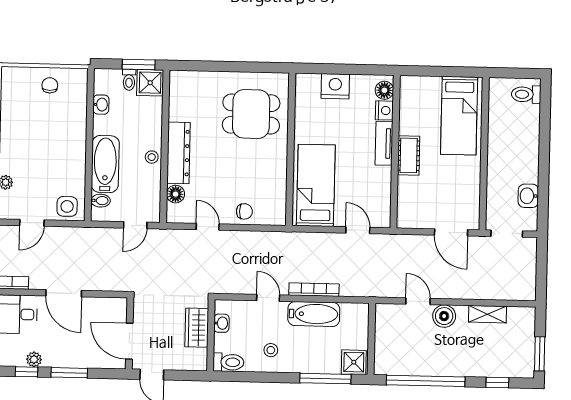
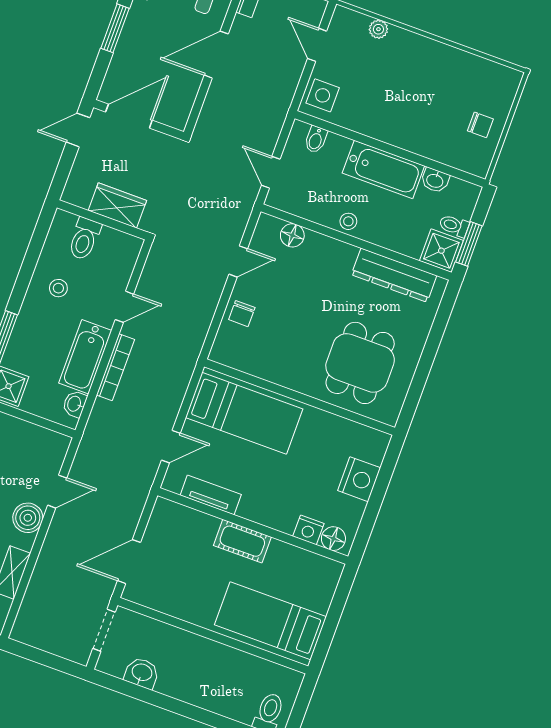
tv unit: (384, 143) -> (211, 495), moved
dresser: (178, 153) -> (394, 275), moved
bathtub: (105, 164) -> (383, 169), moved
washbasin: (221, 323) -> (75, 404), moved, turned 90
toilet: (228, 362) -> (84, 239), moved

